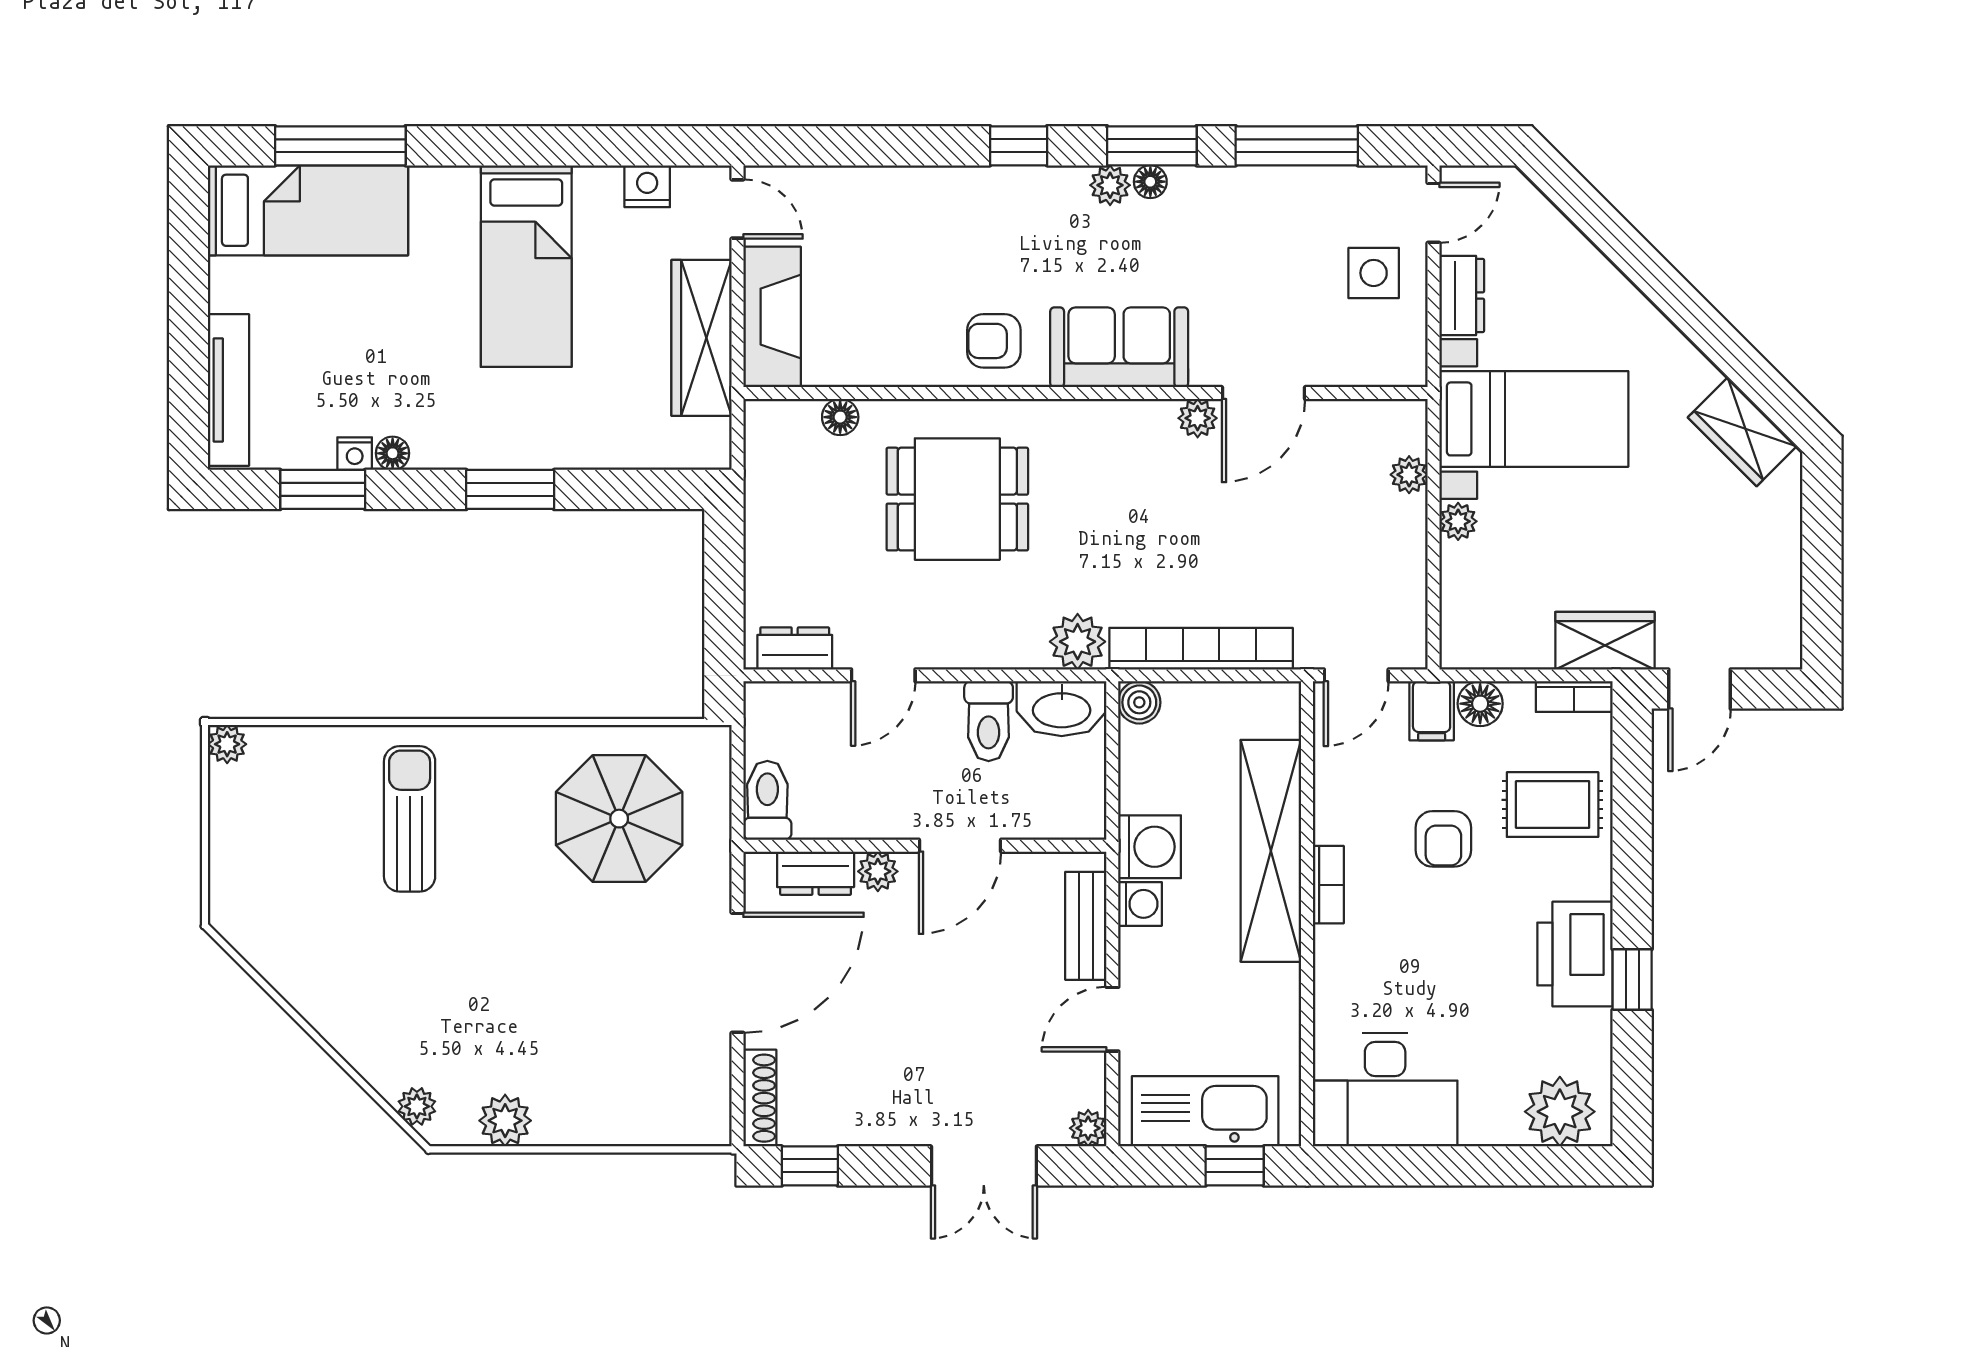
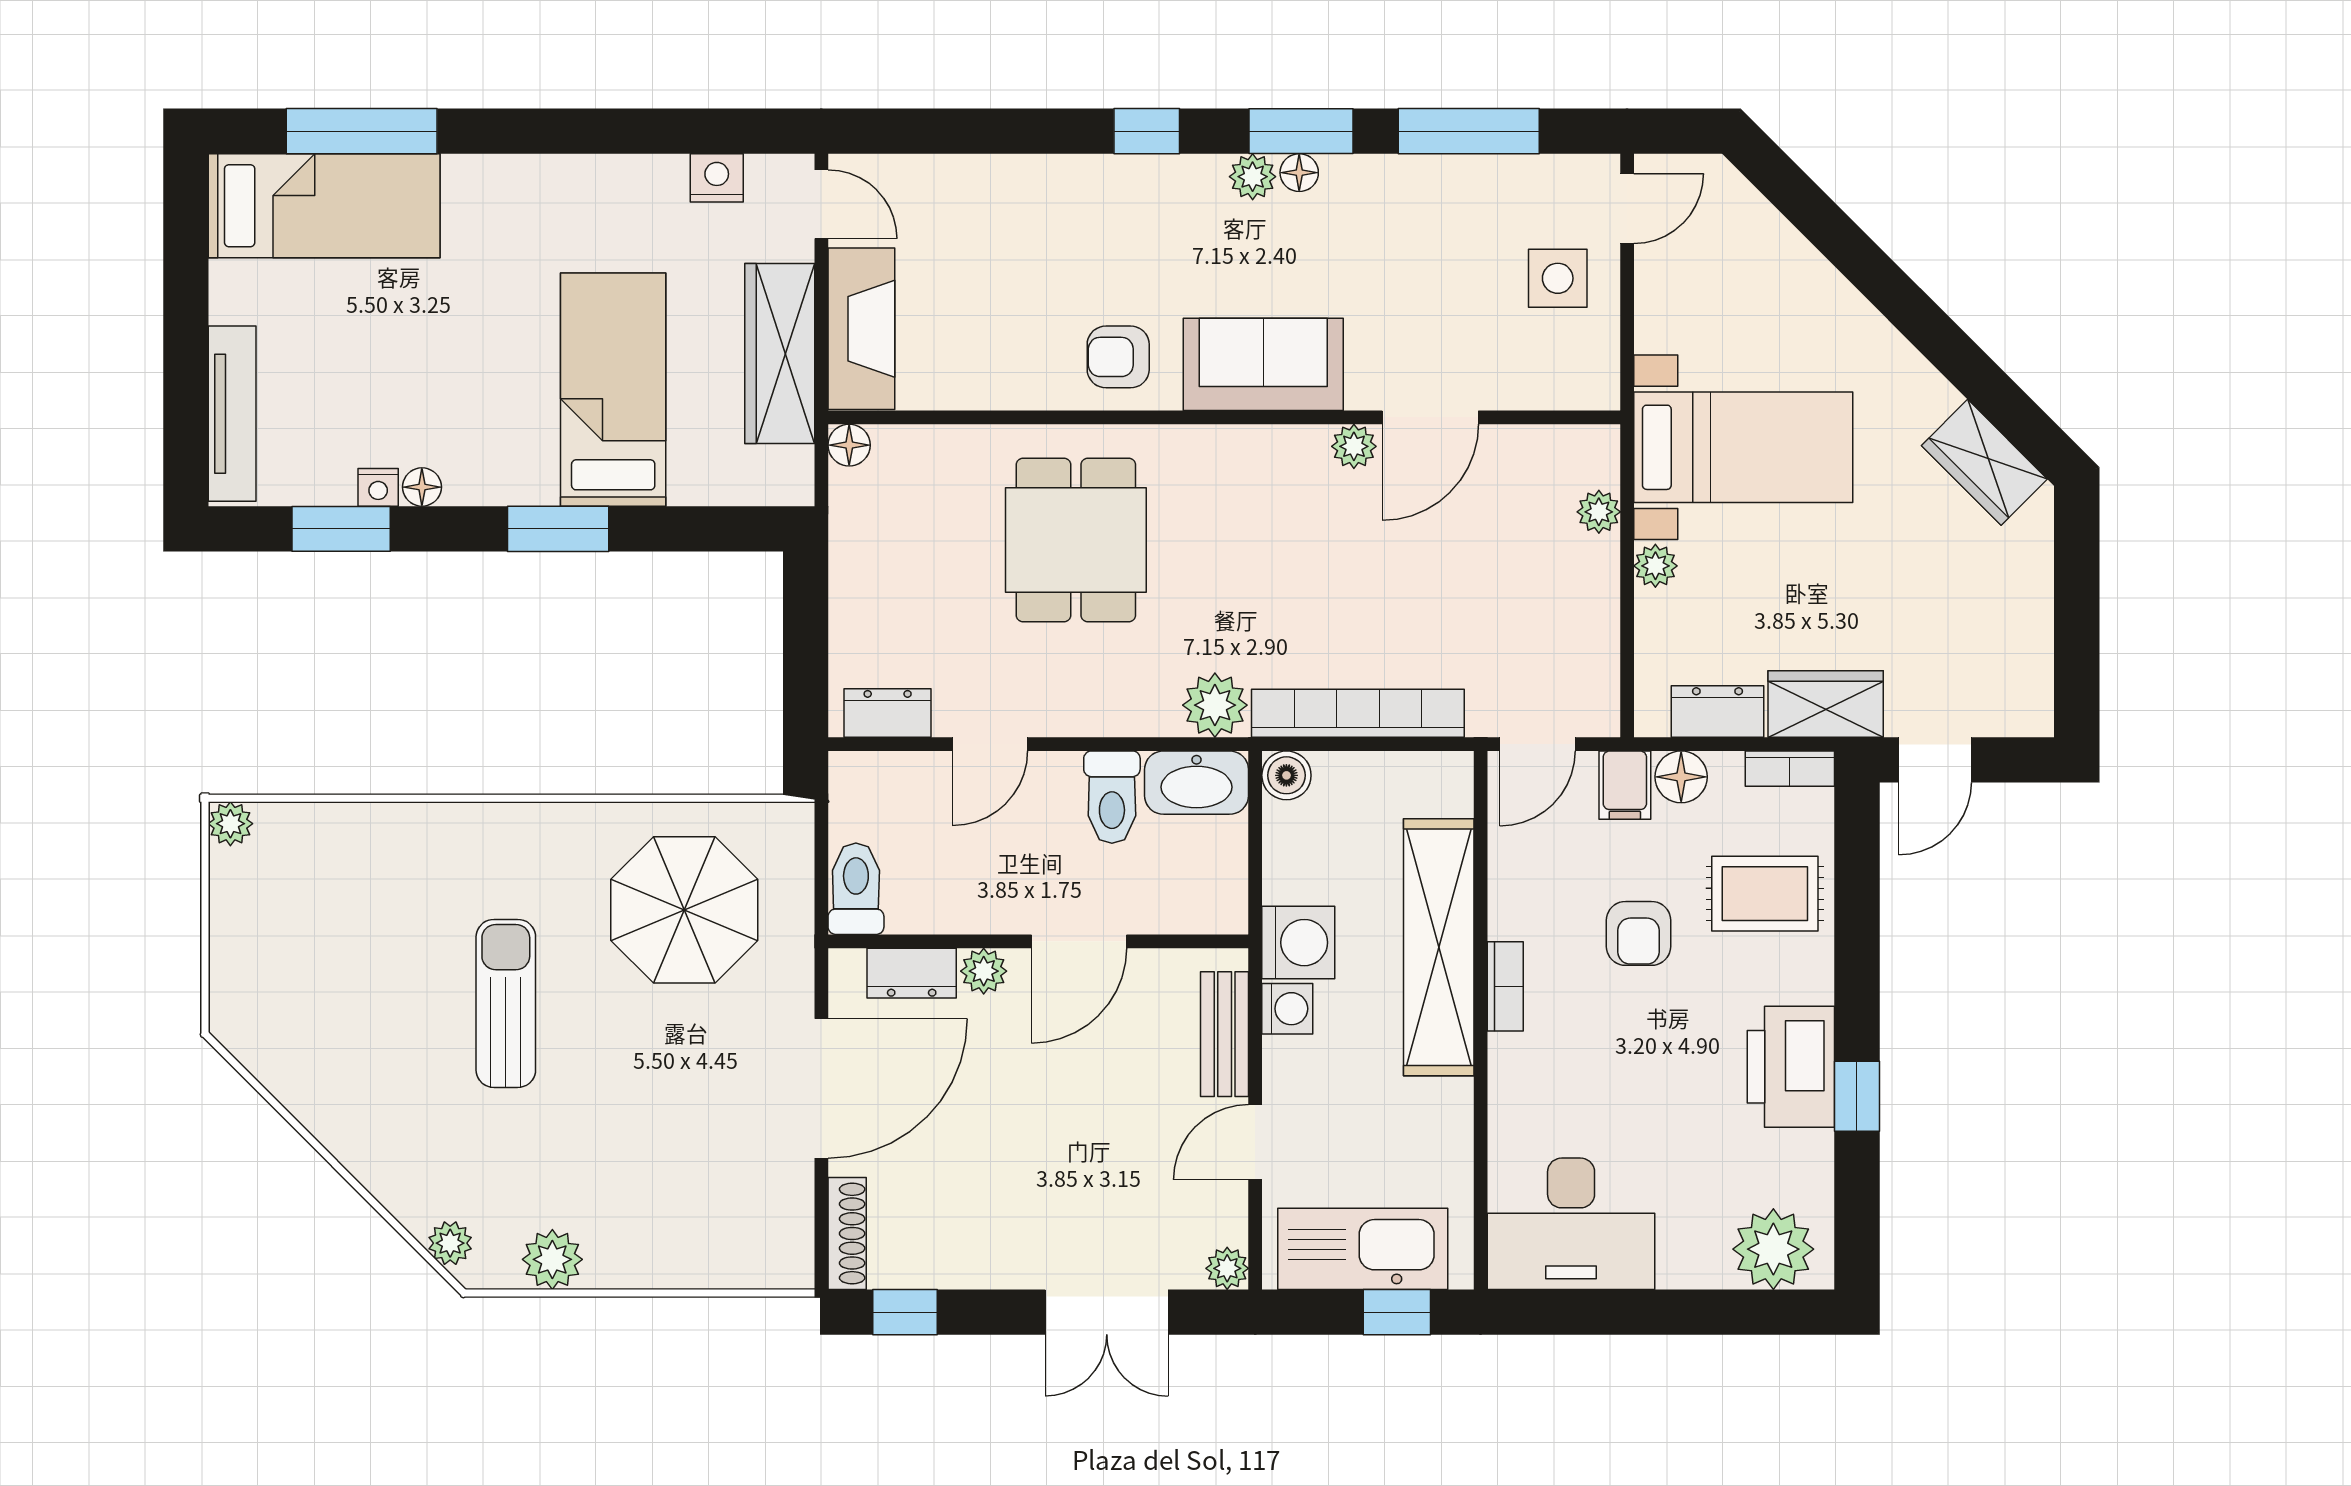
bed: (526, 266) -> (613, 390), moved, turned 180
dresser: (1462, 295) -> (1717, 711), moved, turned -90
floor lamp: (840, 417) -> (849, 445), moved
dining table: (957, 499) -> (1076, 540), turned 90
sun lounger: (410, 819) -> (506, 1003), moved

